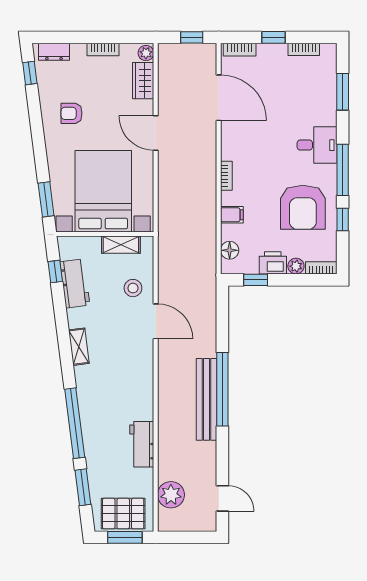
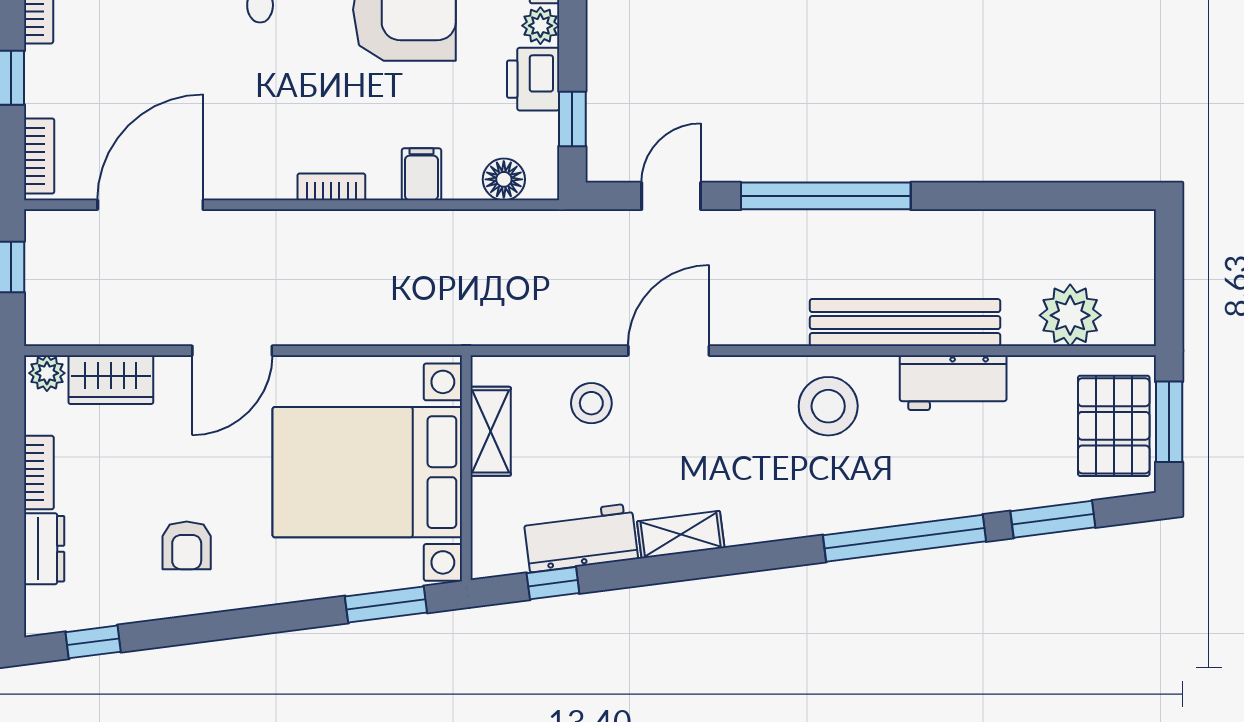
dresser: (54, 52) -> (44, 549), moved
shelving: (79, 347) -> (681, 535), moved
stool: (132, 390) -> (828, 406), added
bench: (207, 399) -> (905, 323), moved
door: (222, 498) -> (671, 196), moved

